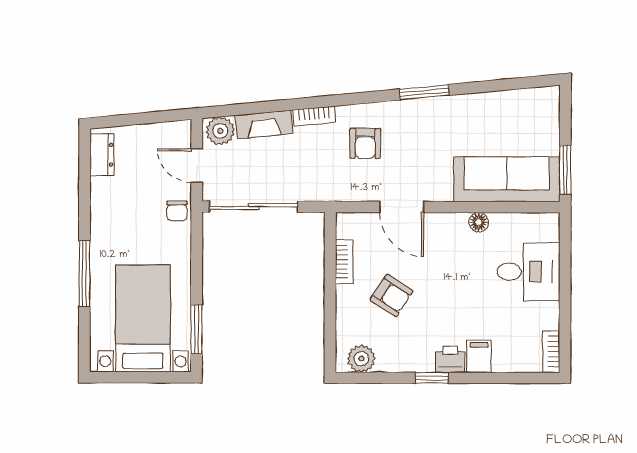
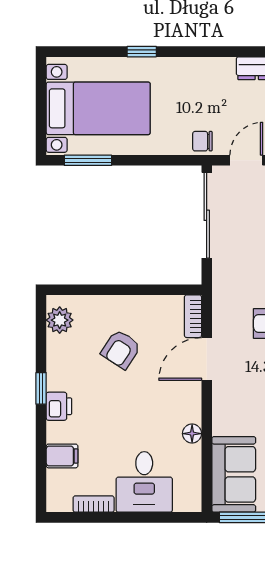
sofa: (507, 179) -> (234, 474), width x0.73
bookcase: (344, 262) -> (193, 316), moved, turned 90
window: (84, 274) -> (142, 52), width x0.46
bookcase: (551, 352) -> (94, 504), moved
filing cabinet: (479, 356) -> (62, 456), moved

